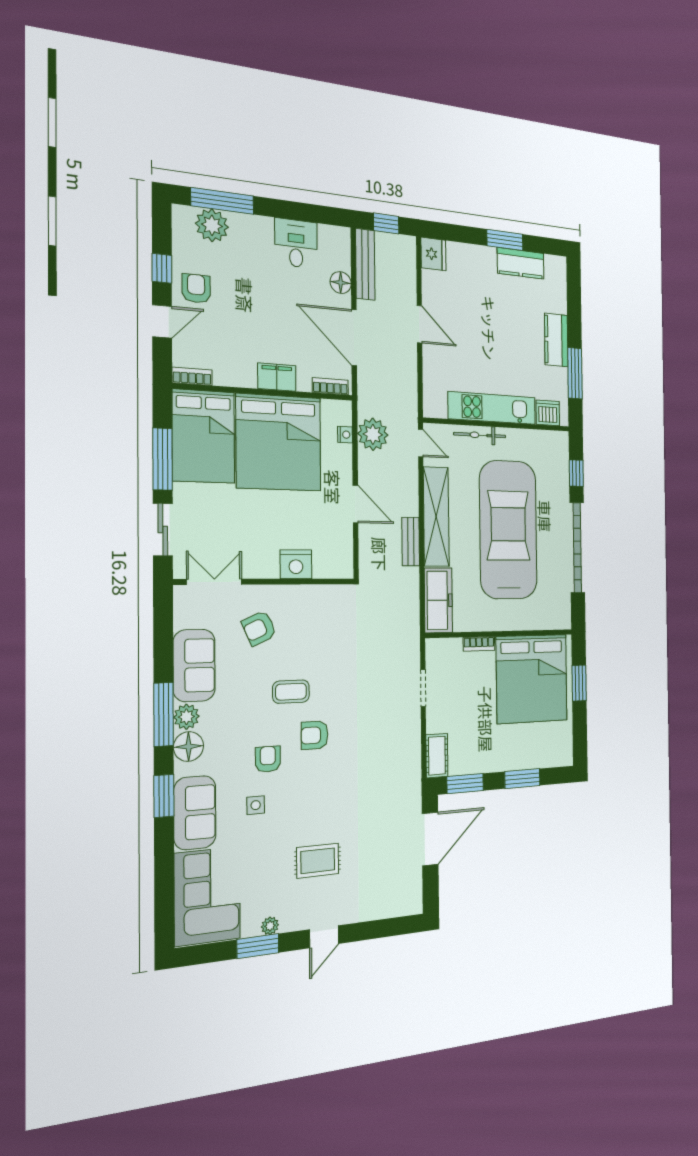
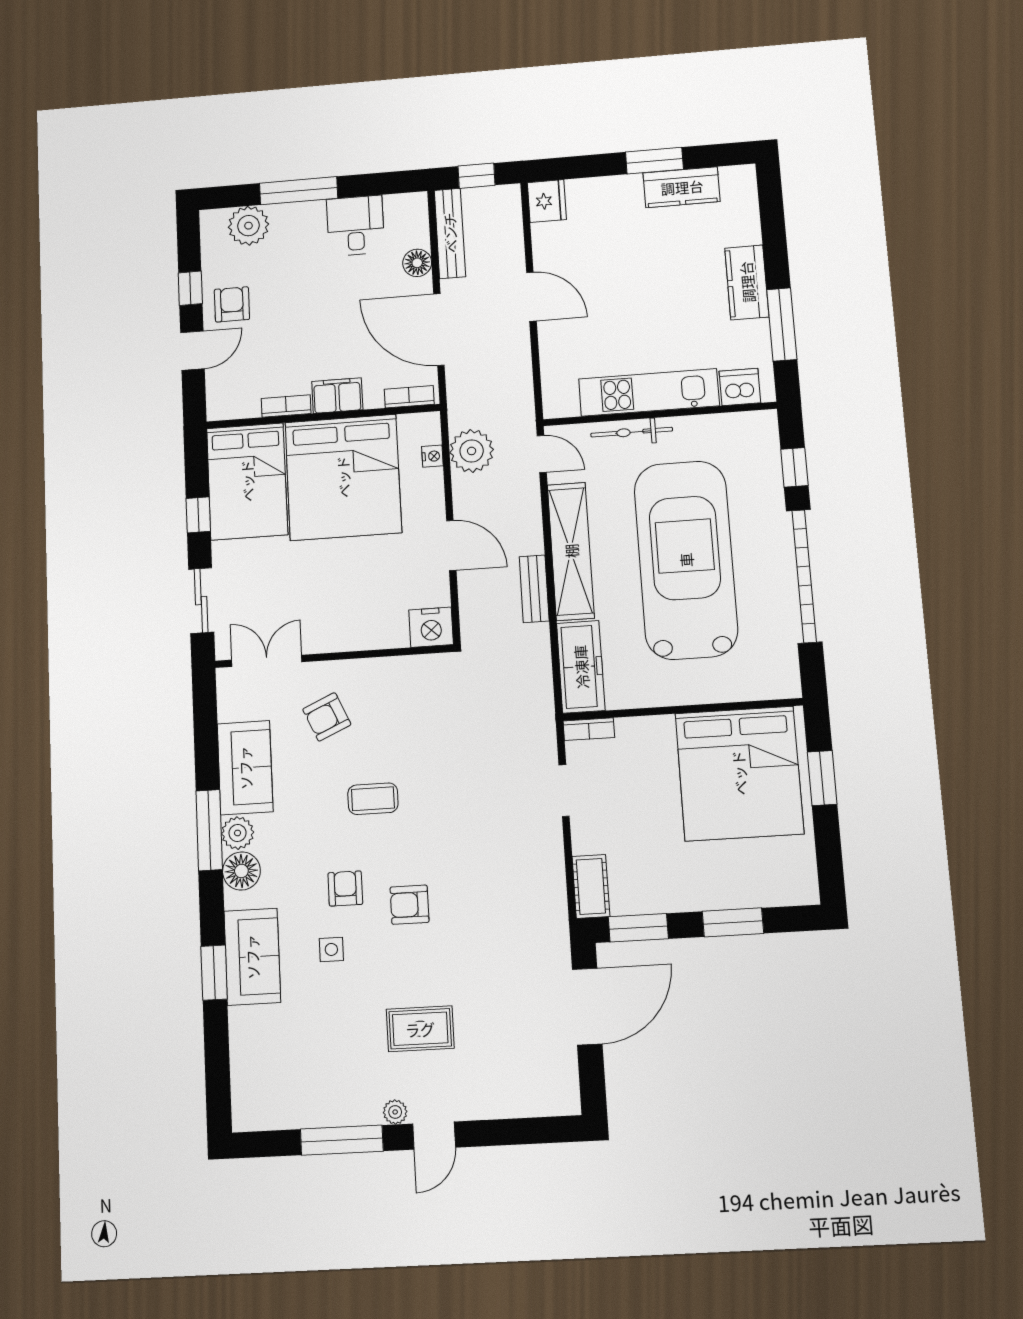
window: (222, 201) -> (299, 191), moved
bookcase: (192, 376) -> (286, 406), moved
window: (163, 459) -> (198, 515), width x0.46
nightstand: (296, 564) -> (431, 627), moved
bookcase: (479, 644) -> (589, 729), moved
armchair: (315, 735) -> (409, 905), moved
window: (164, 796) -> (214, 973), moved
corner sofa: (207, 896) -> (272, 1067), removed
plant: (270, 926) -> (395, 1112), moved
window: (258, 946) -> (342, 1140), width x1.44

